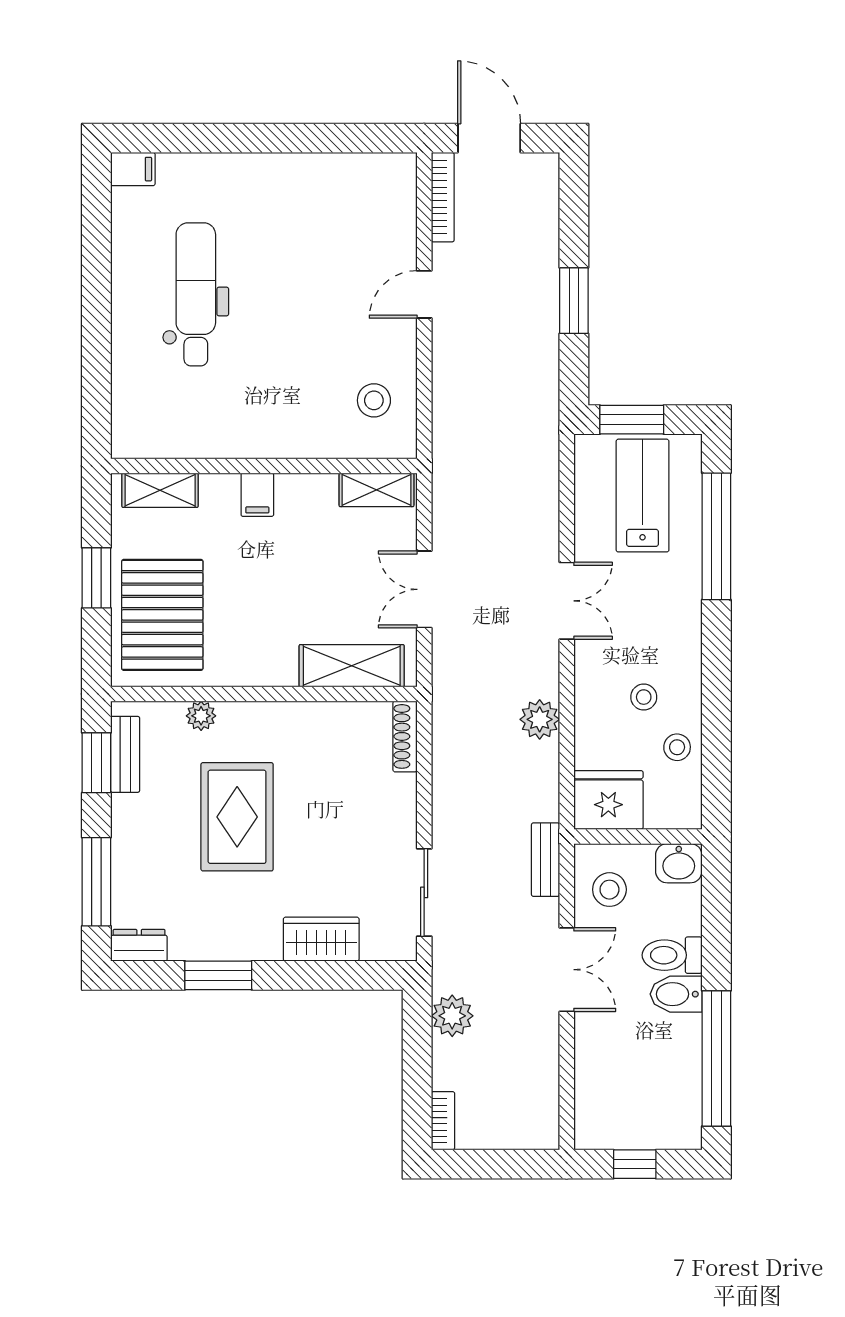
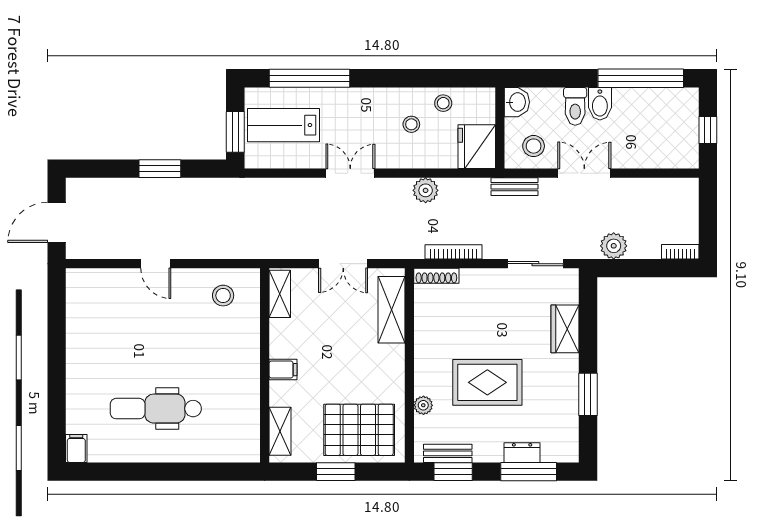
bookcase: (443, 197) -> (454, 252), moved
dresser: (139, 945) -> (522, 453), moved, turned 90

